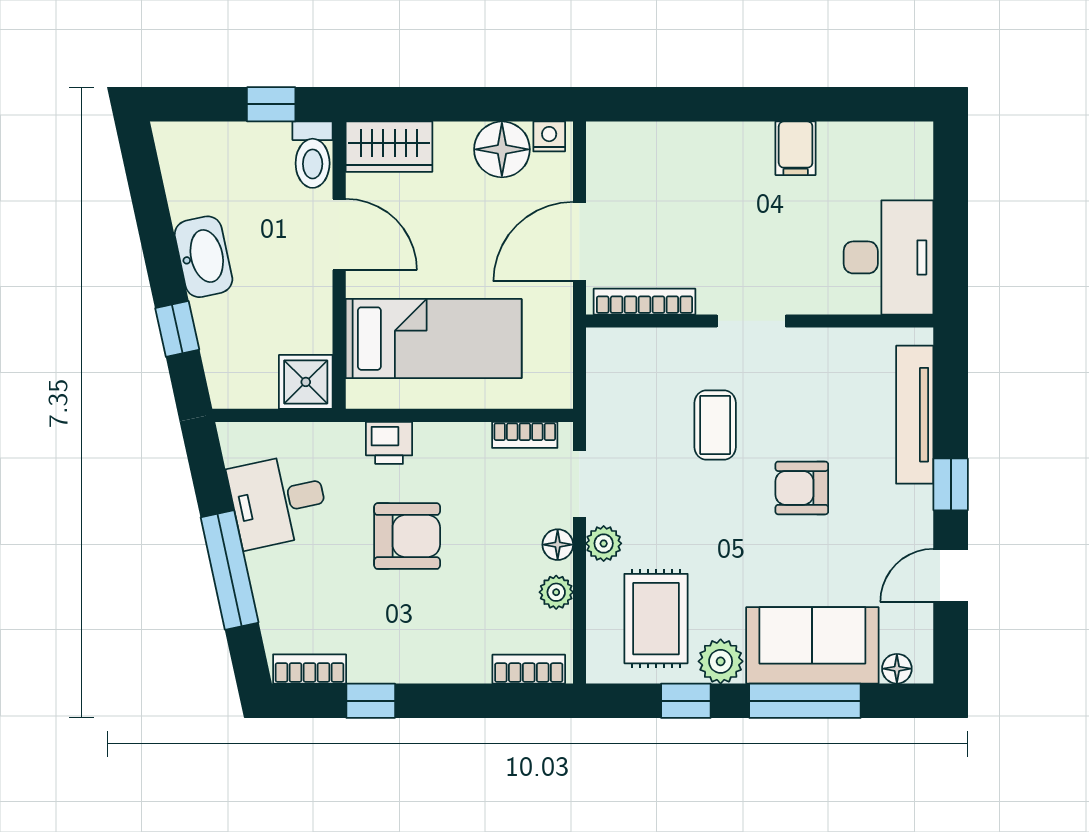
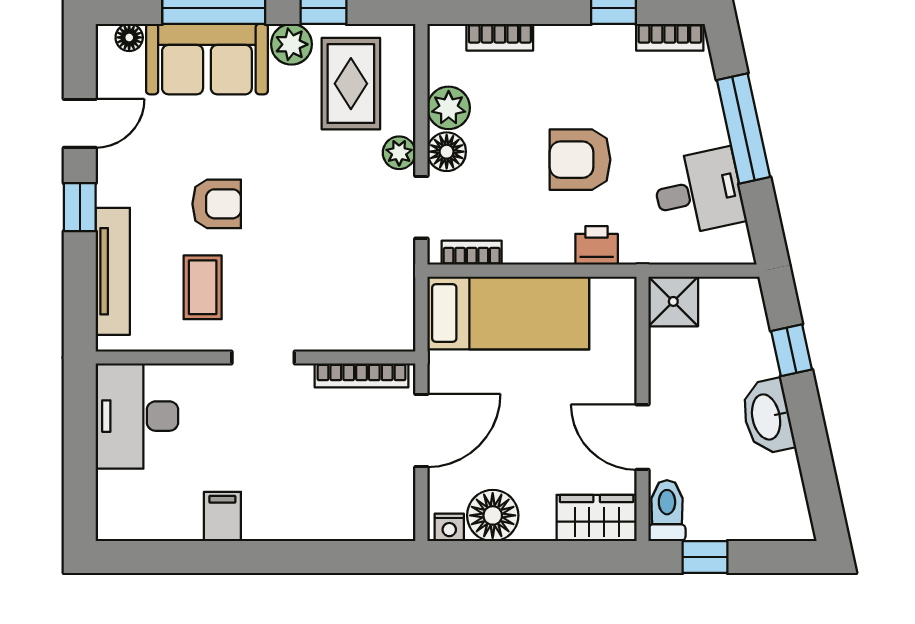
bed: (434, 339) -> (508, 313), moved, turned 180
coffee table: (715, 425) -> (203, 287), moved
floor lamp: (558, 545) -> (447, 152), width x1.37, depth x1.37
plant: (556, 592) -> (449, 108), width x1.38, depth x1.38
bookcase: (529, 669) -> (500, 37), moved

